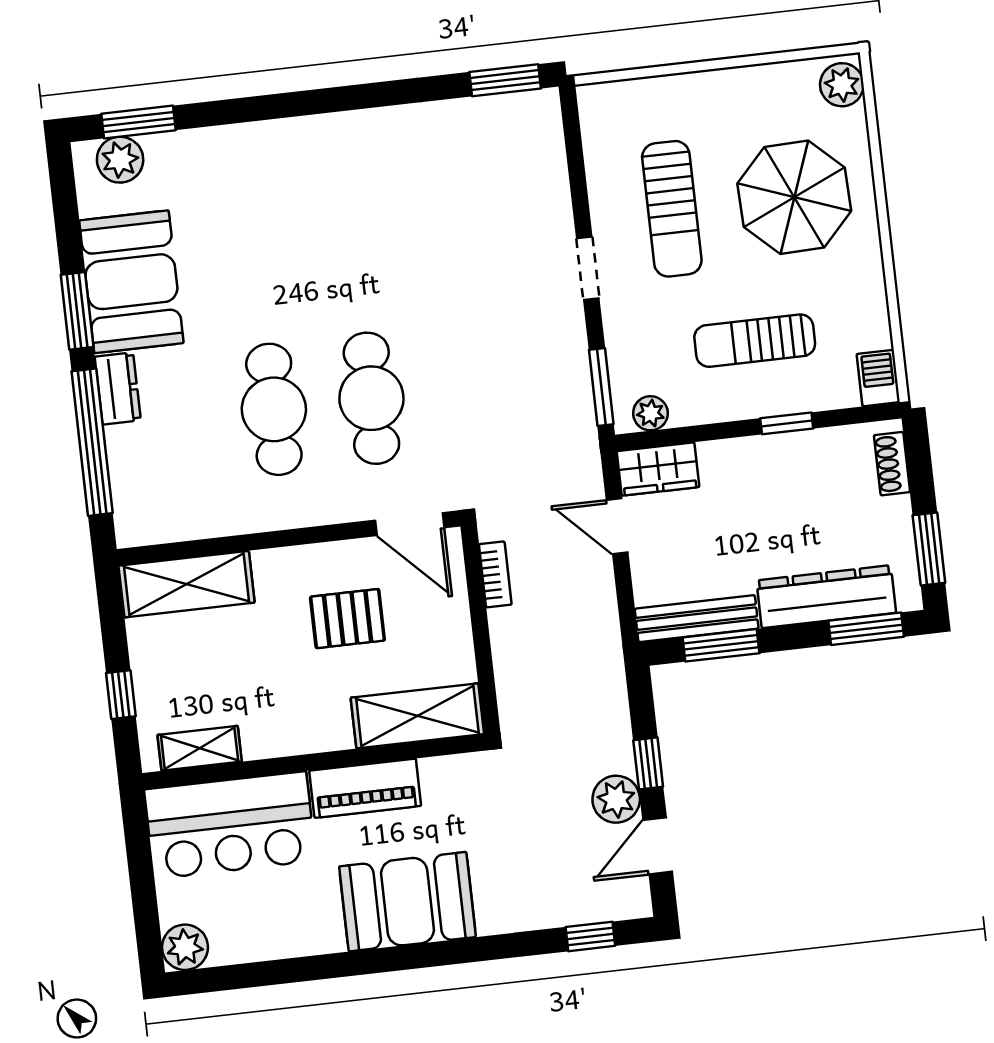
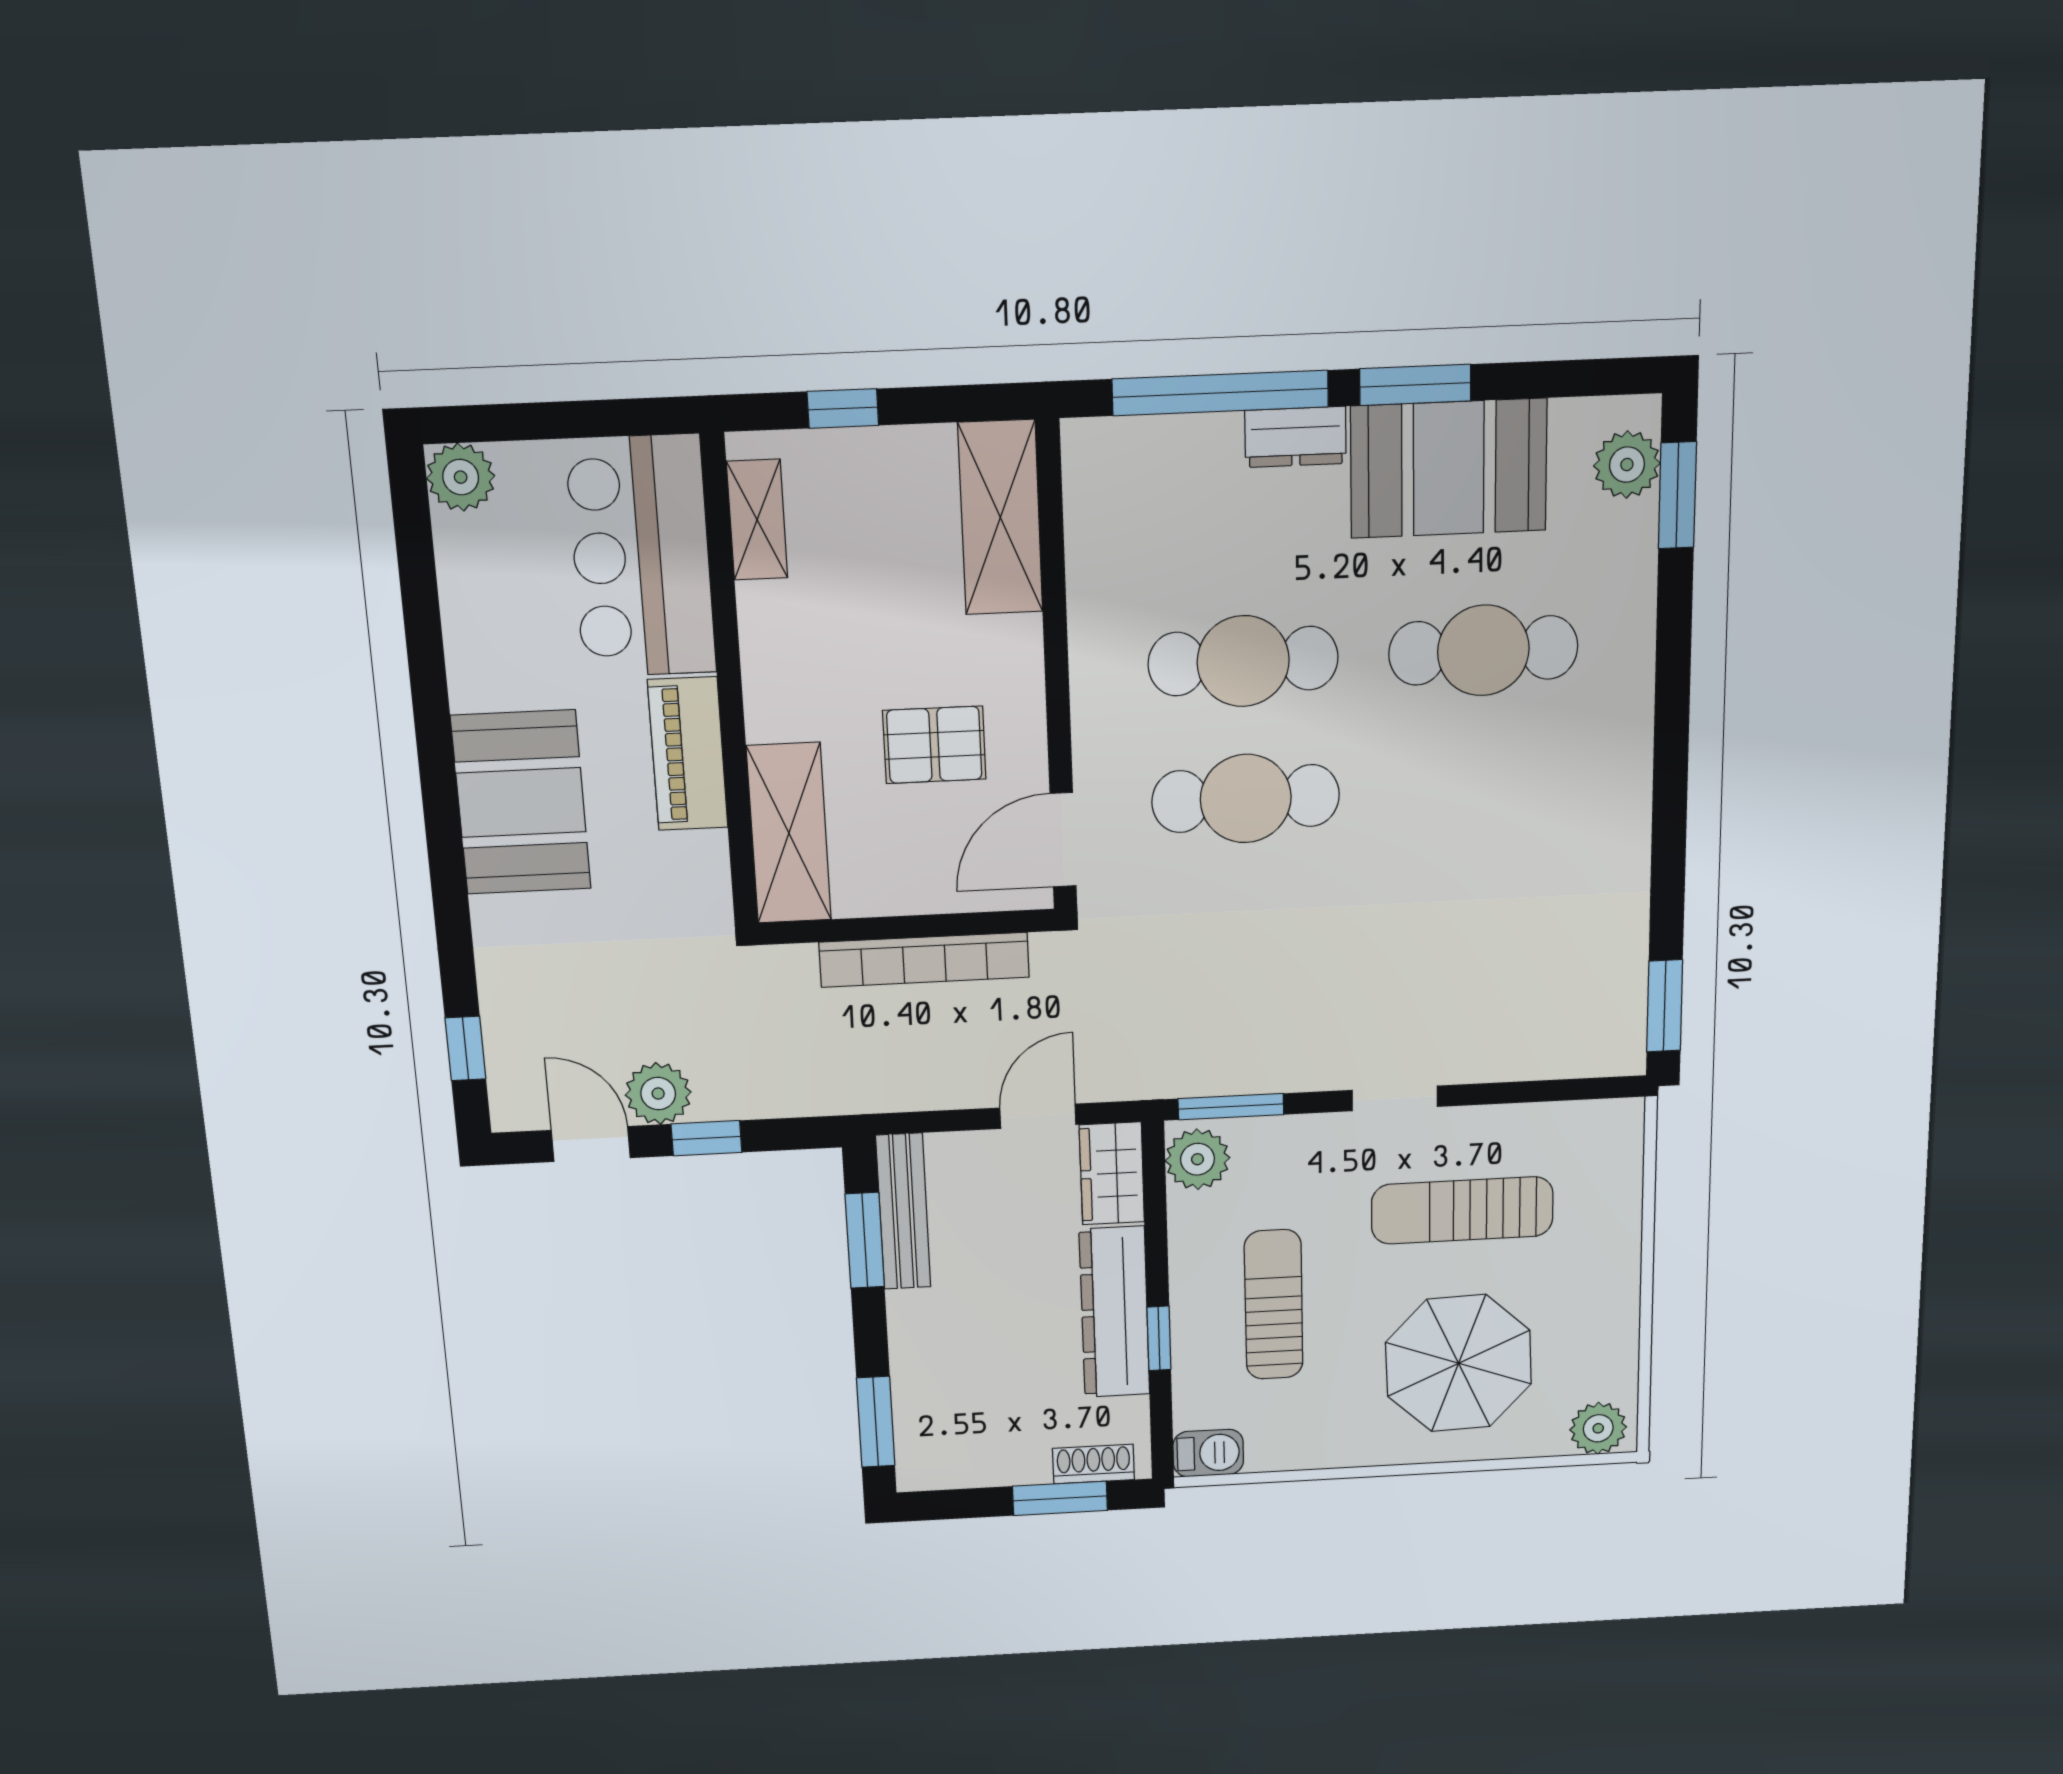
cafe table: (255, 243) -> (1483, 650), added
plant: (650, 413) -> (1197, 1159), width x1.38, depth x1.38
window: (929, 549) -> (1060, 1498), moved
bookcase: (495, 574) -> (924, 960), width x2.31, depth x1.31
dresser: (826, 597) -> (1115, 1312), moved, turned 180
pallet: (347, 619) -> (934, 745), turned 90

